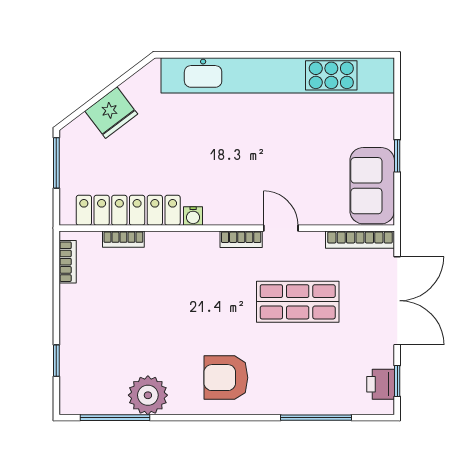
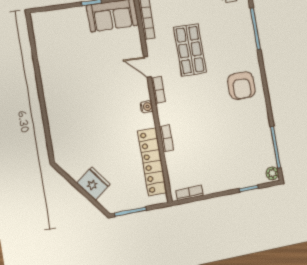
kitchen unit: (278, 75) -> (53, 84), removed
water cooler: (193, 216) -> (147, 107), moved
door: (281, 228) -> (147, 67), hinge flipped
bookcase: (123, 239) -> (166, 138), moved
plant: (148, 395) -> (272, 173), moved, width x0.53, depth x0.53

